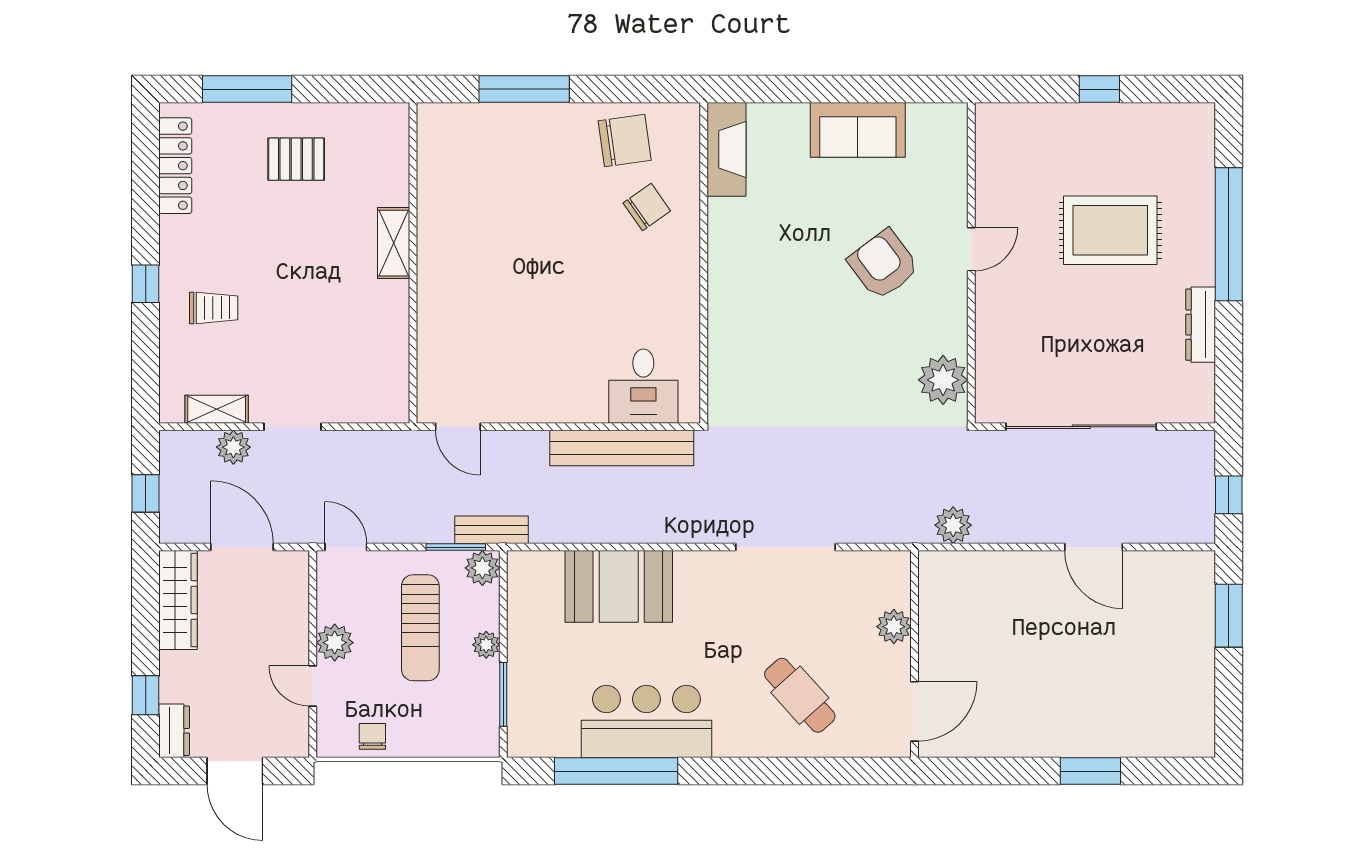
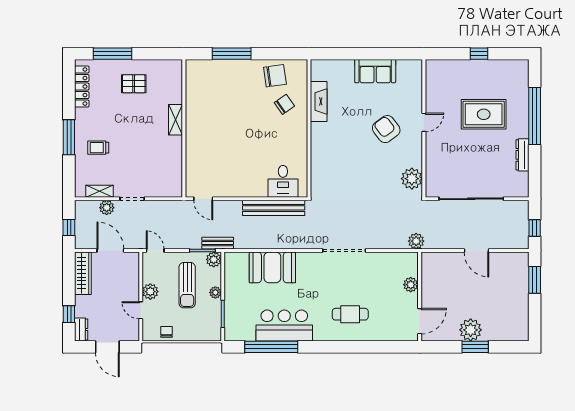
fireplace: (726, 149) -> (319, 101), moved
window: (146, 284) -> (69, 137), width x2.17
trolley: (214, 308) -> (98, 148), turned 180
plant: (894, 627) -> (411, 285), moved
wall: (914, 654) -> (420, 296), moved
cafe table: (800, 695) -> (350, 314), turned -48
door: (914, 711) -> (420, 321), moved
plant: (1080, 732) -> (471, 330), added

